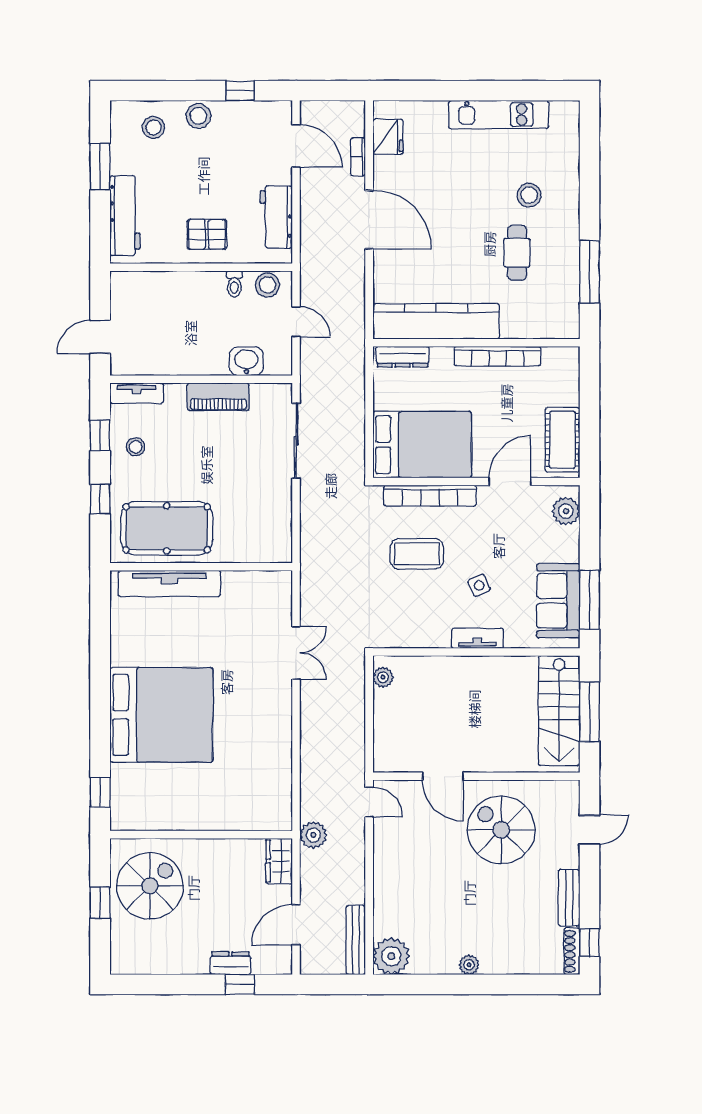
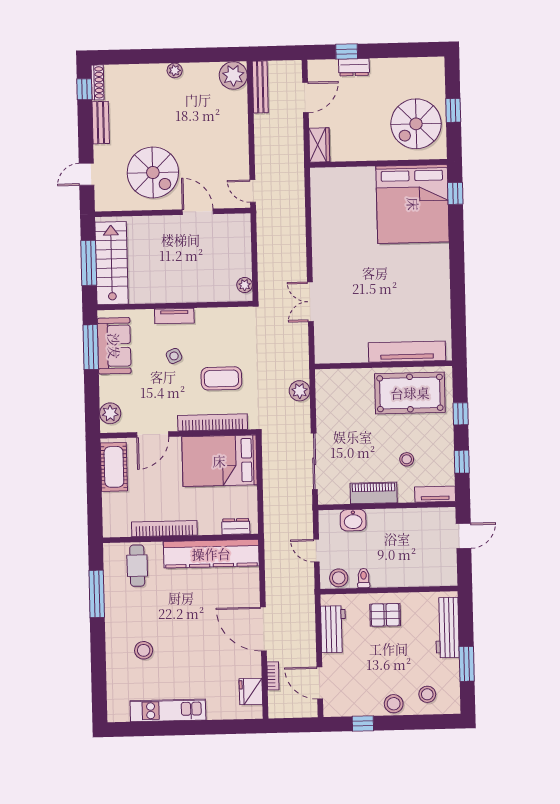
cafe table: (517, 253) -> (137, 566), moved
dresser: (403, 357) -> (236, 526), width x0.70
stool: (136, 447) -> (407, 459), moved
bed: (161, 715) -> (413, 204), moved, turned -90
plant: (313, 835) -> (300, 391), moved

